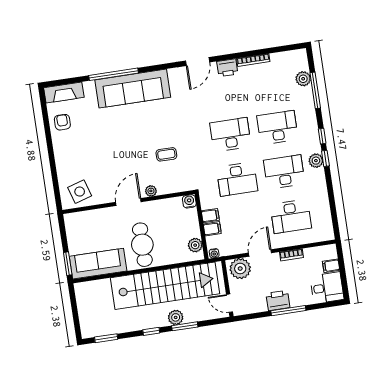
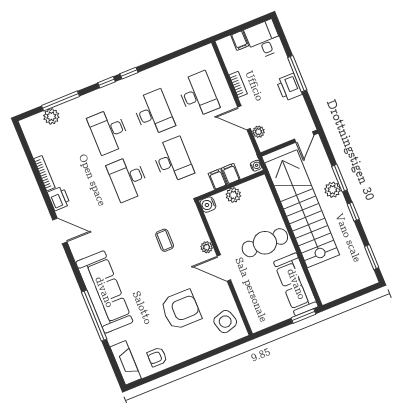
armchair: (100, 154) -> (181, 310), added
plant: (316, 161) -> (134, 83), removed
desk: (284, 172) -> (153, 113), turned 180
plant: (195, 245) -> (233, 195), moved
plant: (240, 269) -> (259, 132), width x0.53, depth x0.53

